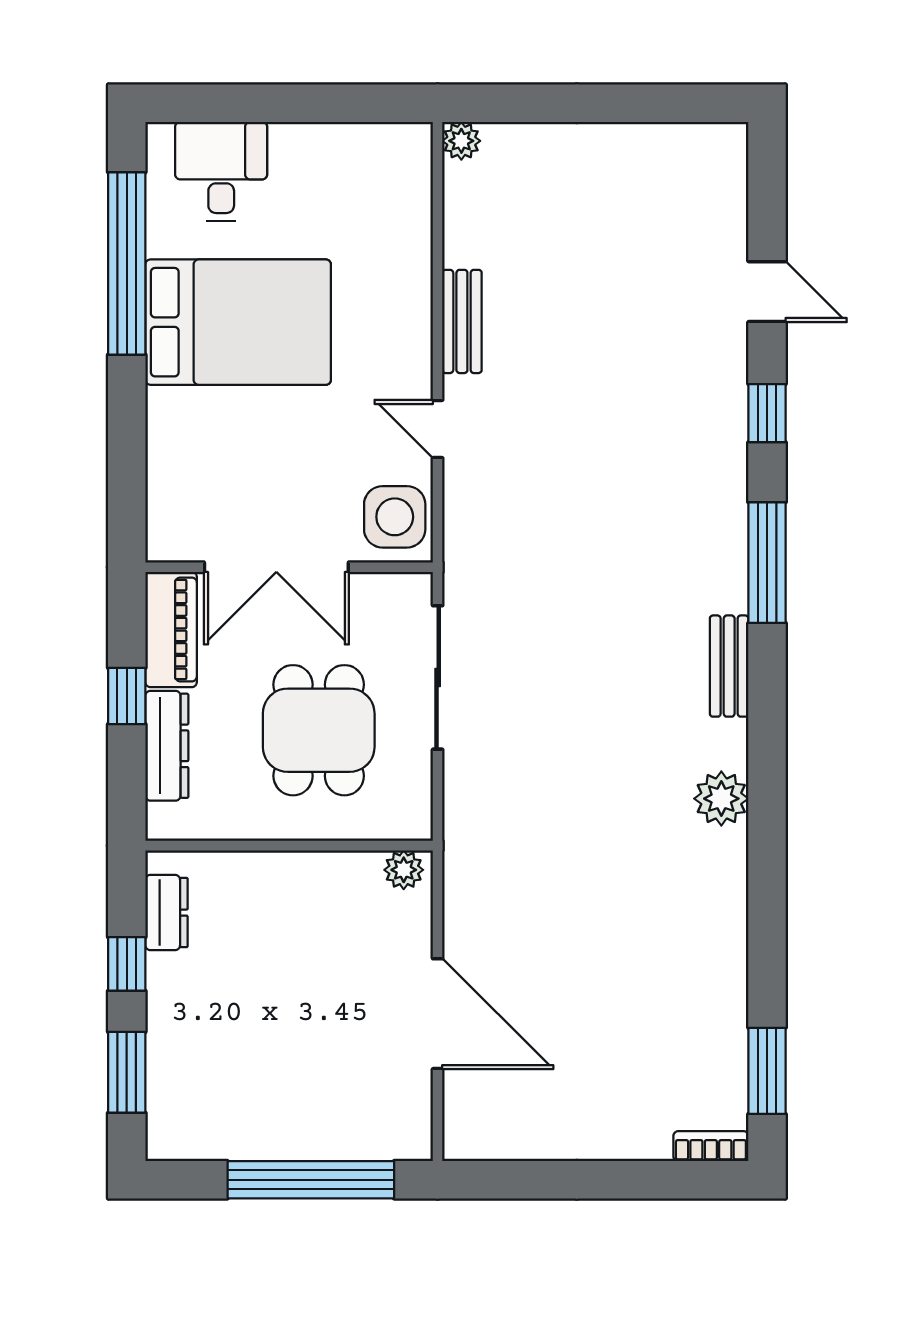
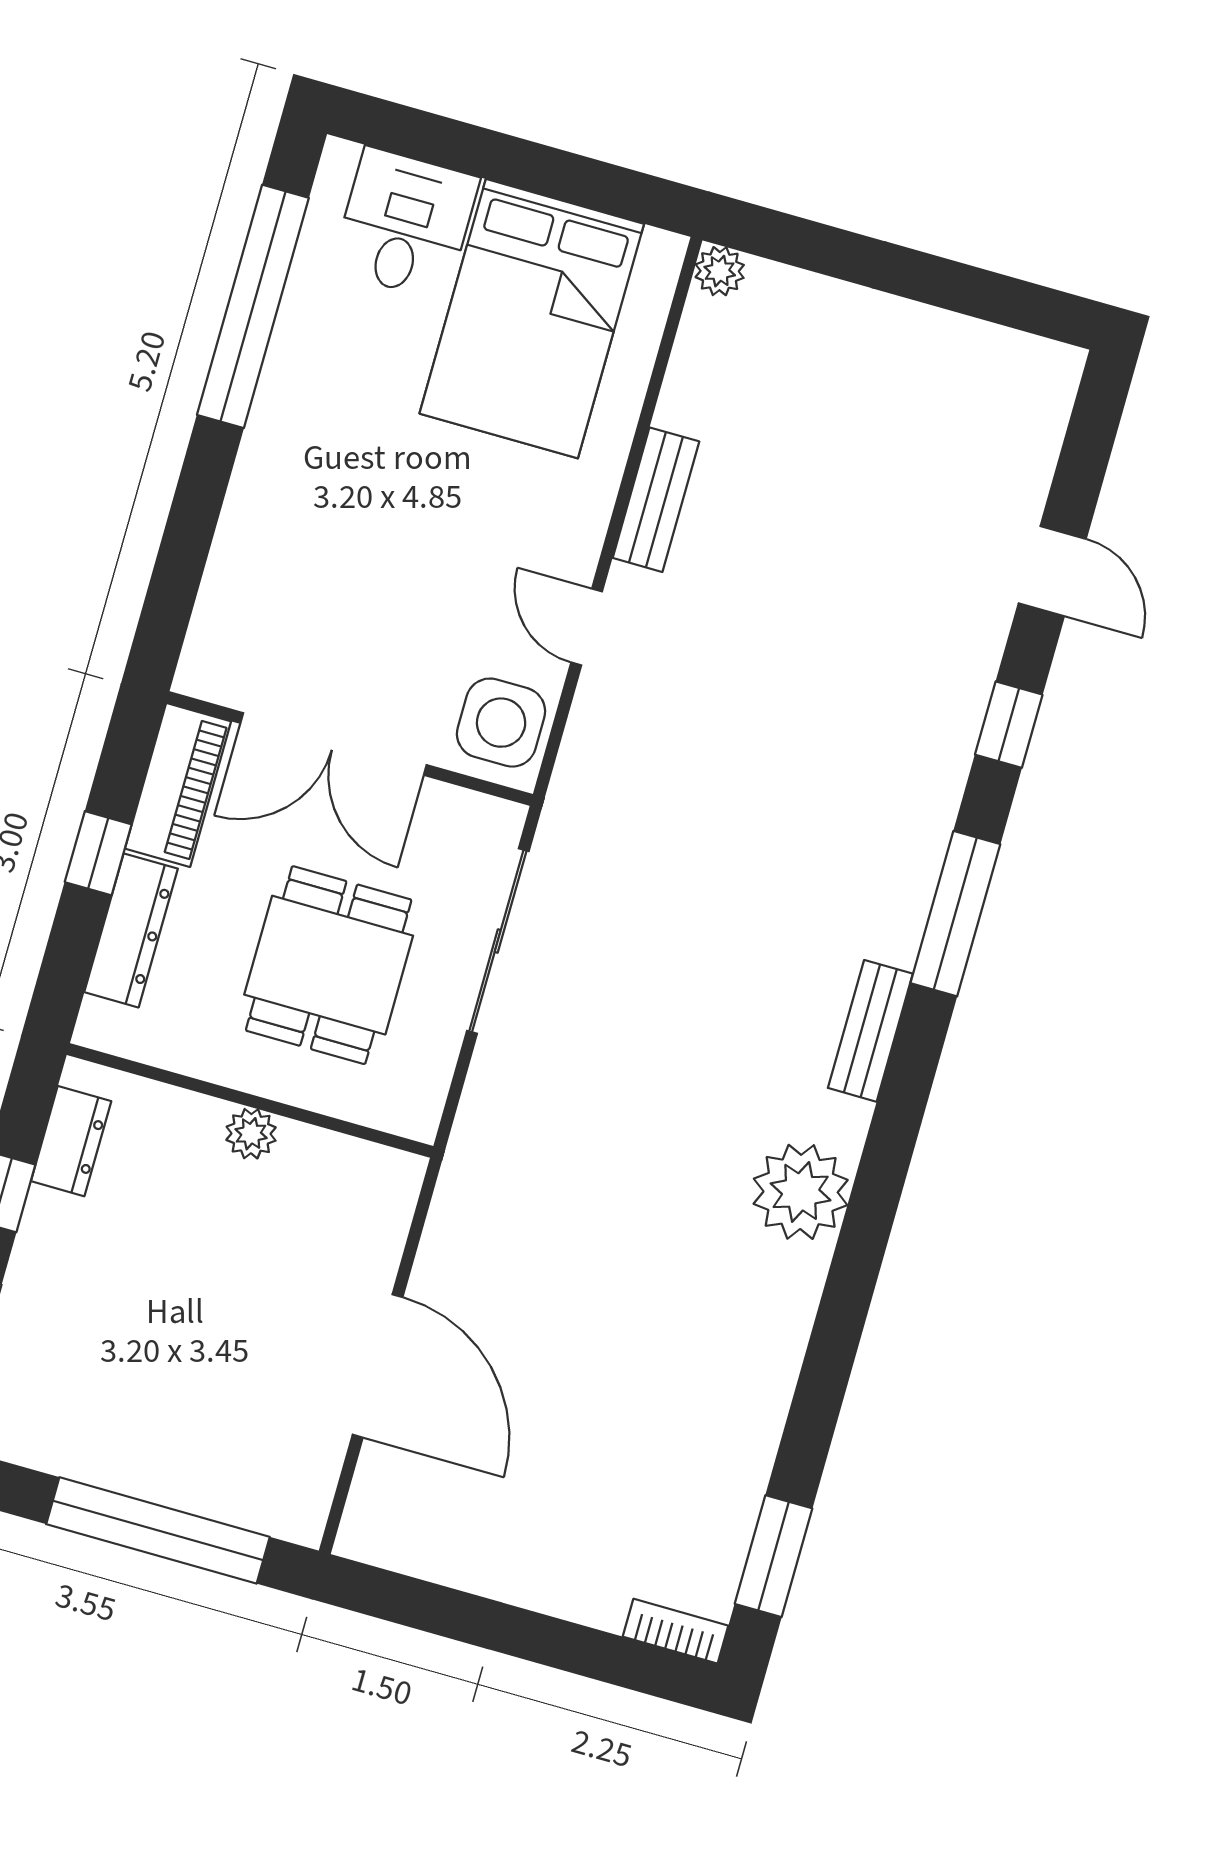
bed: (238, 322) -> (532, 319), moved, turned 90
plant: (721, 799) -> (801, 1192), width x1.36, depth x1.36
plant: (404, 870) -> (251, 1134), moved

